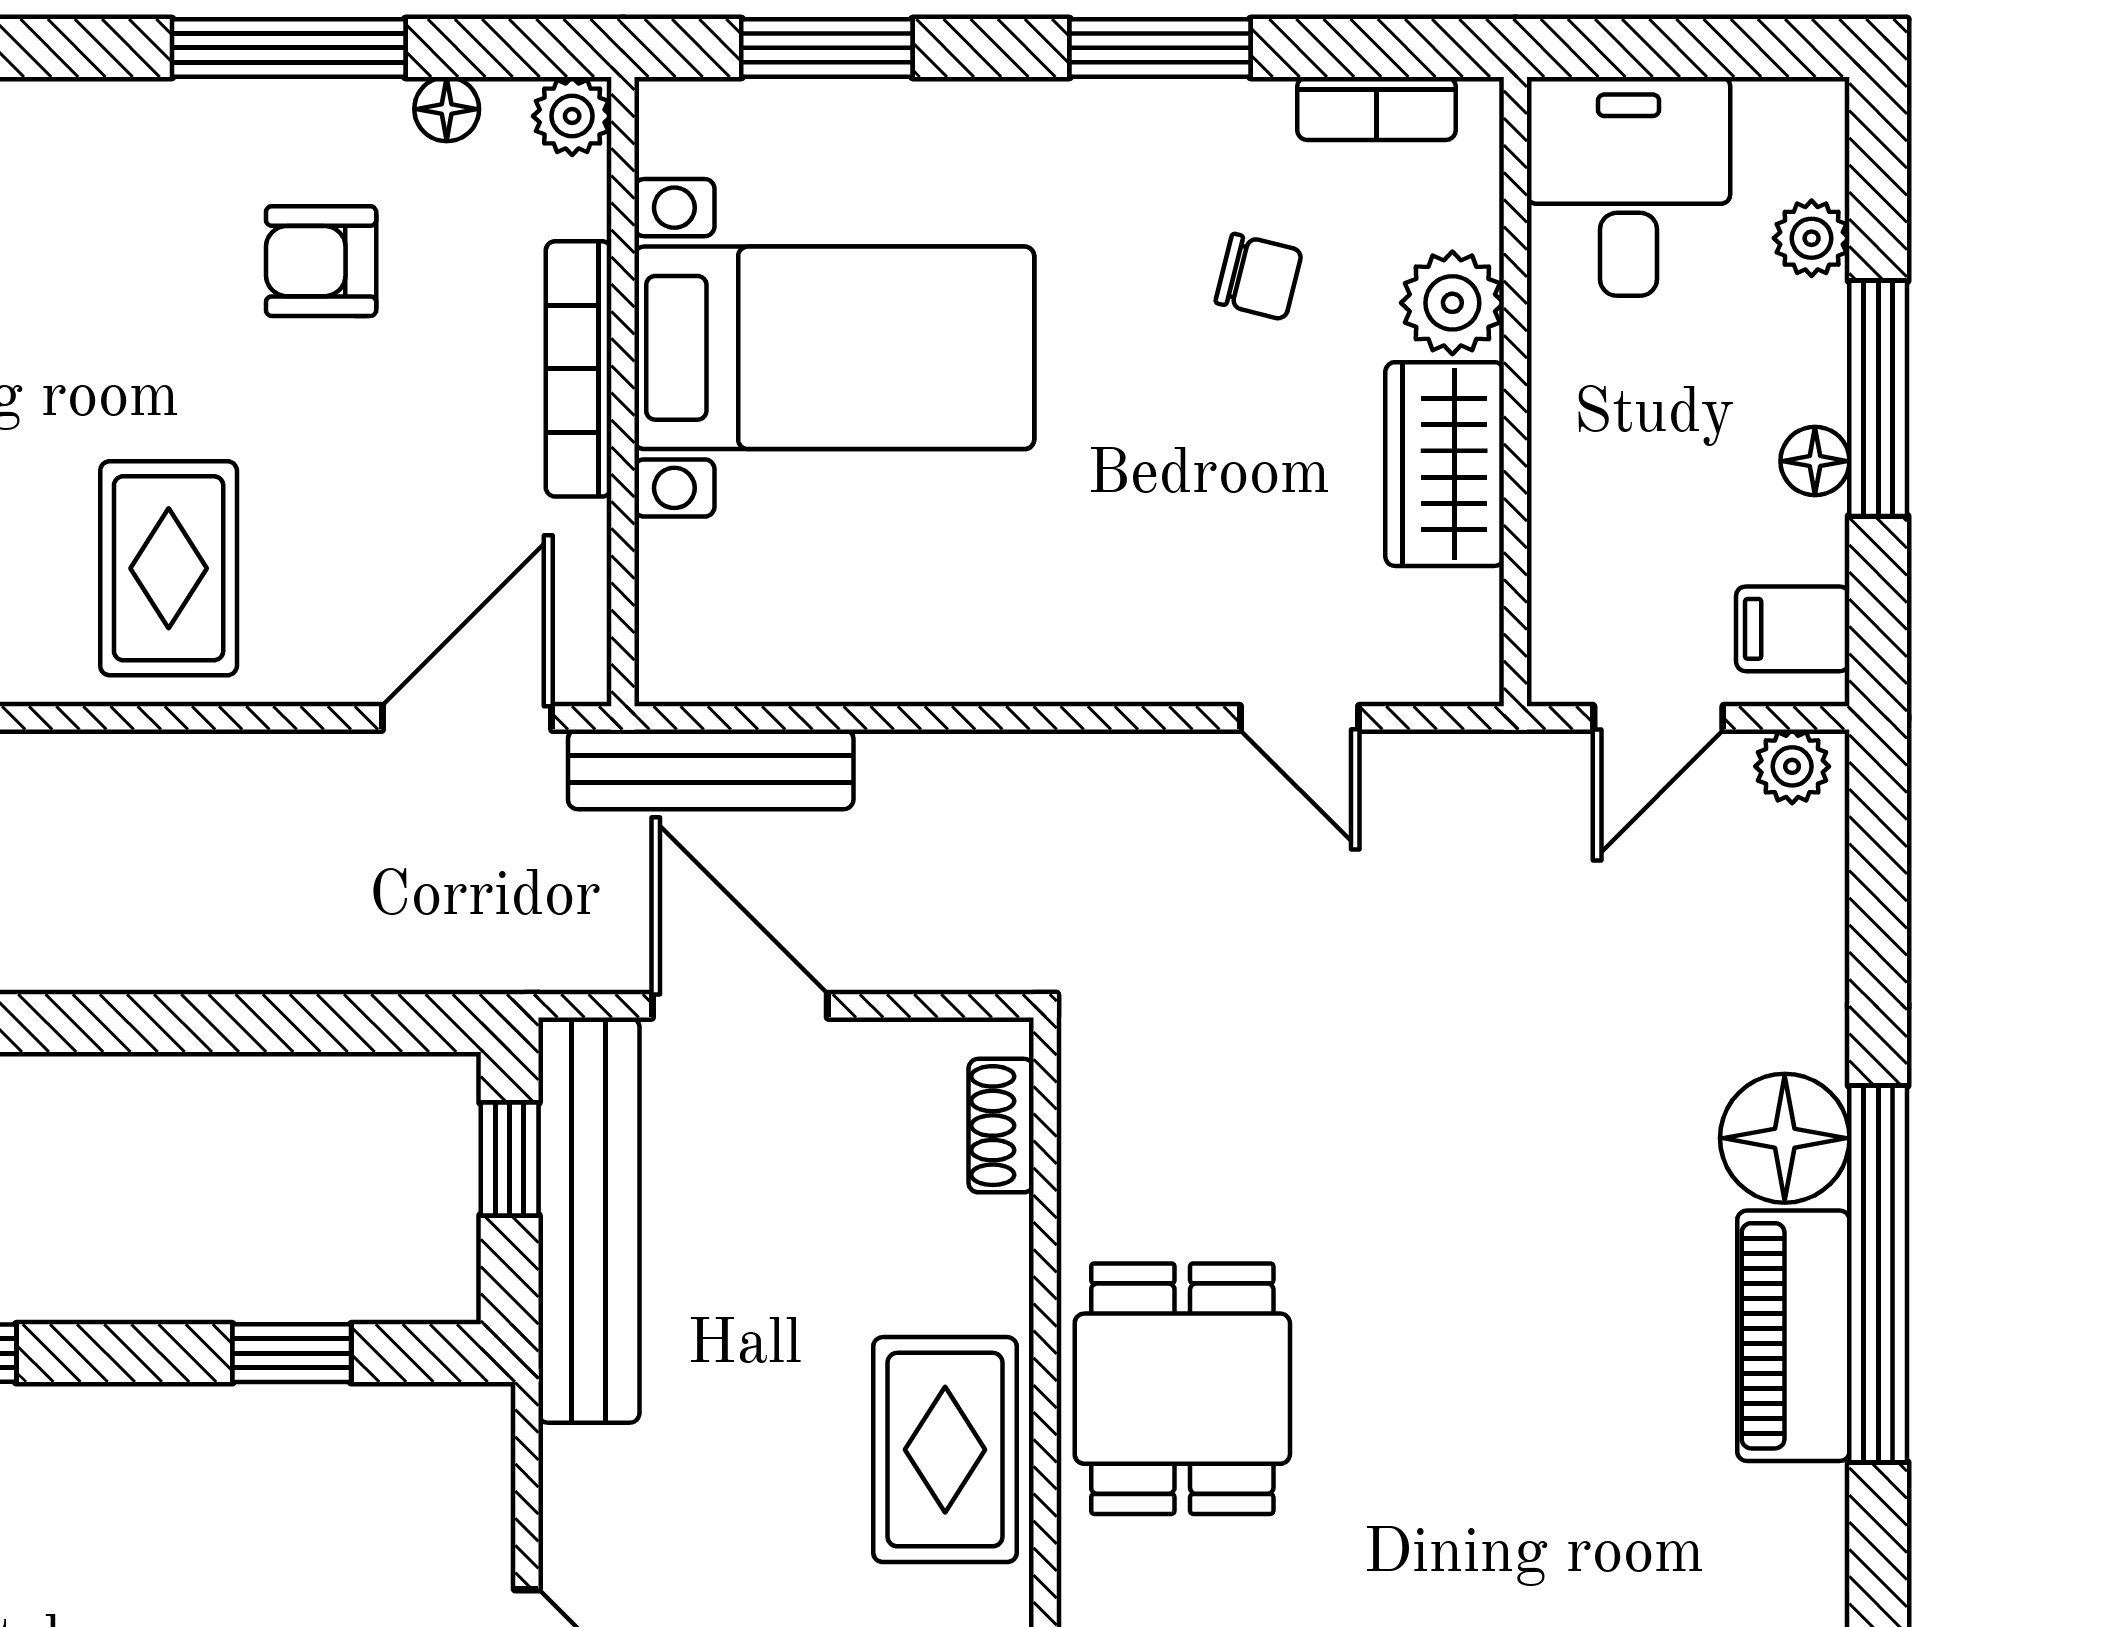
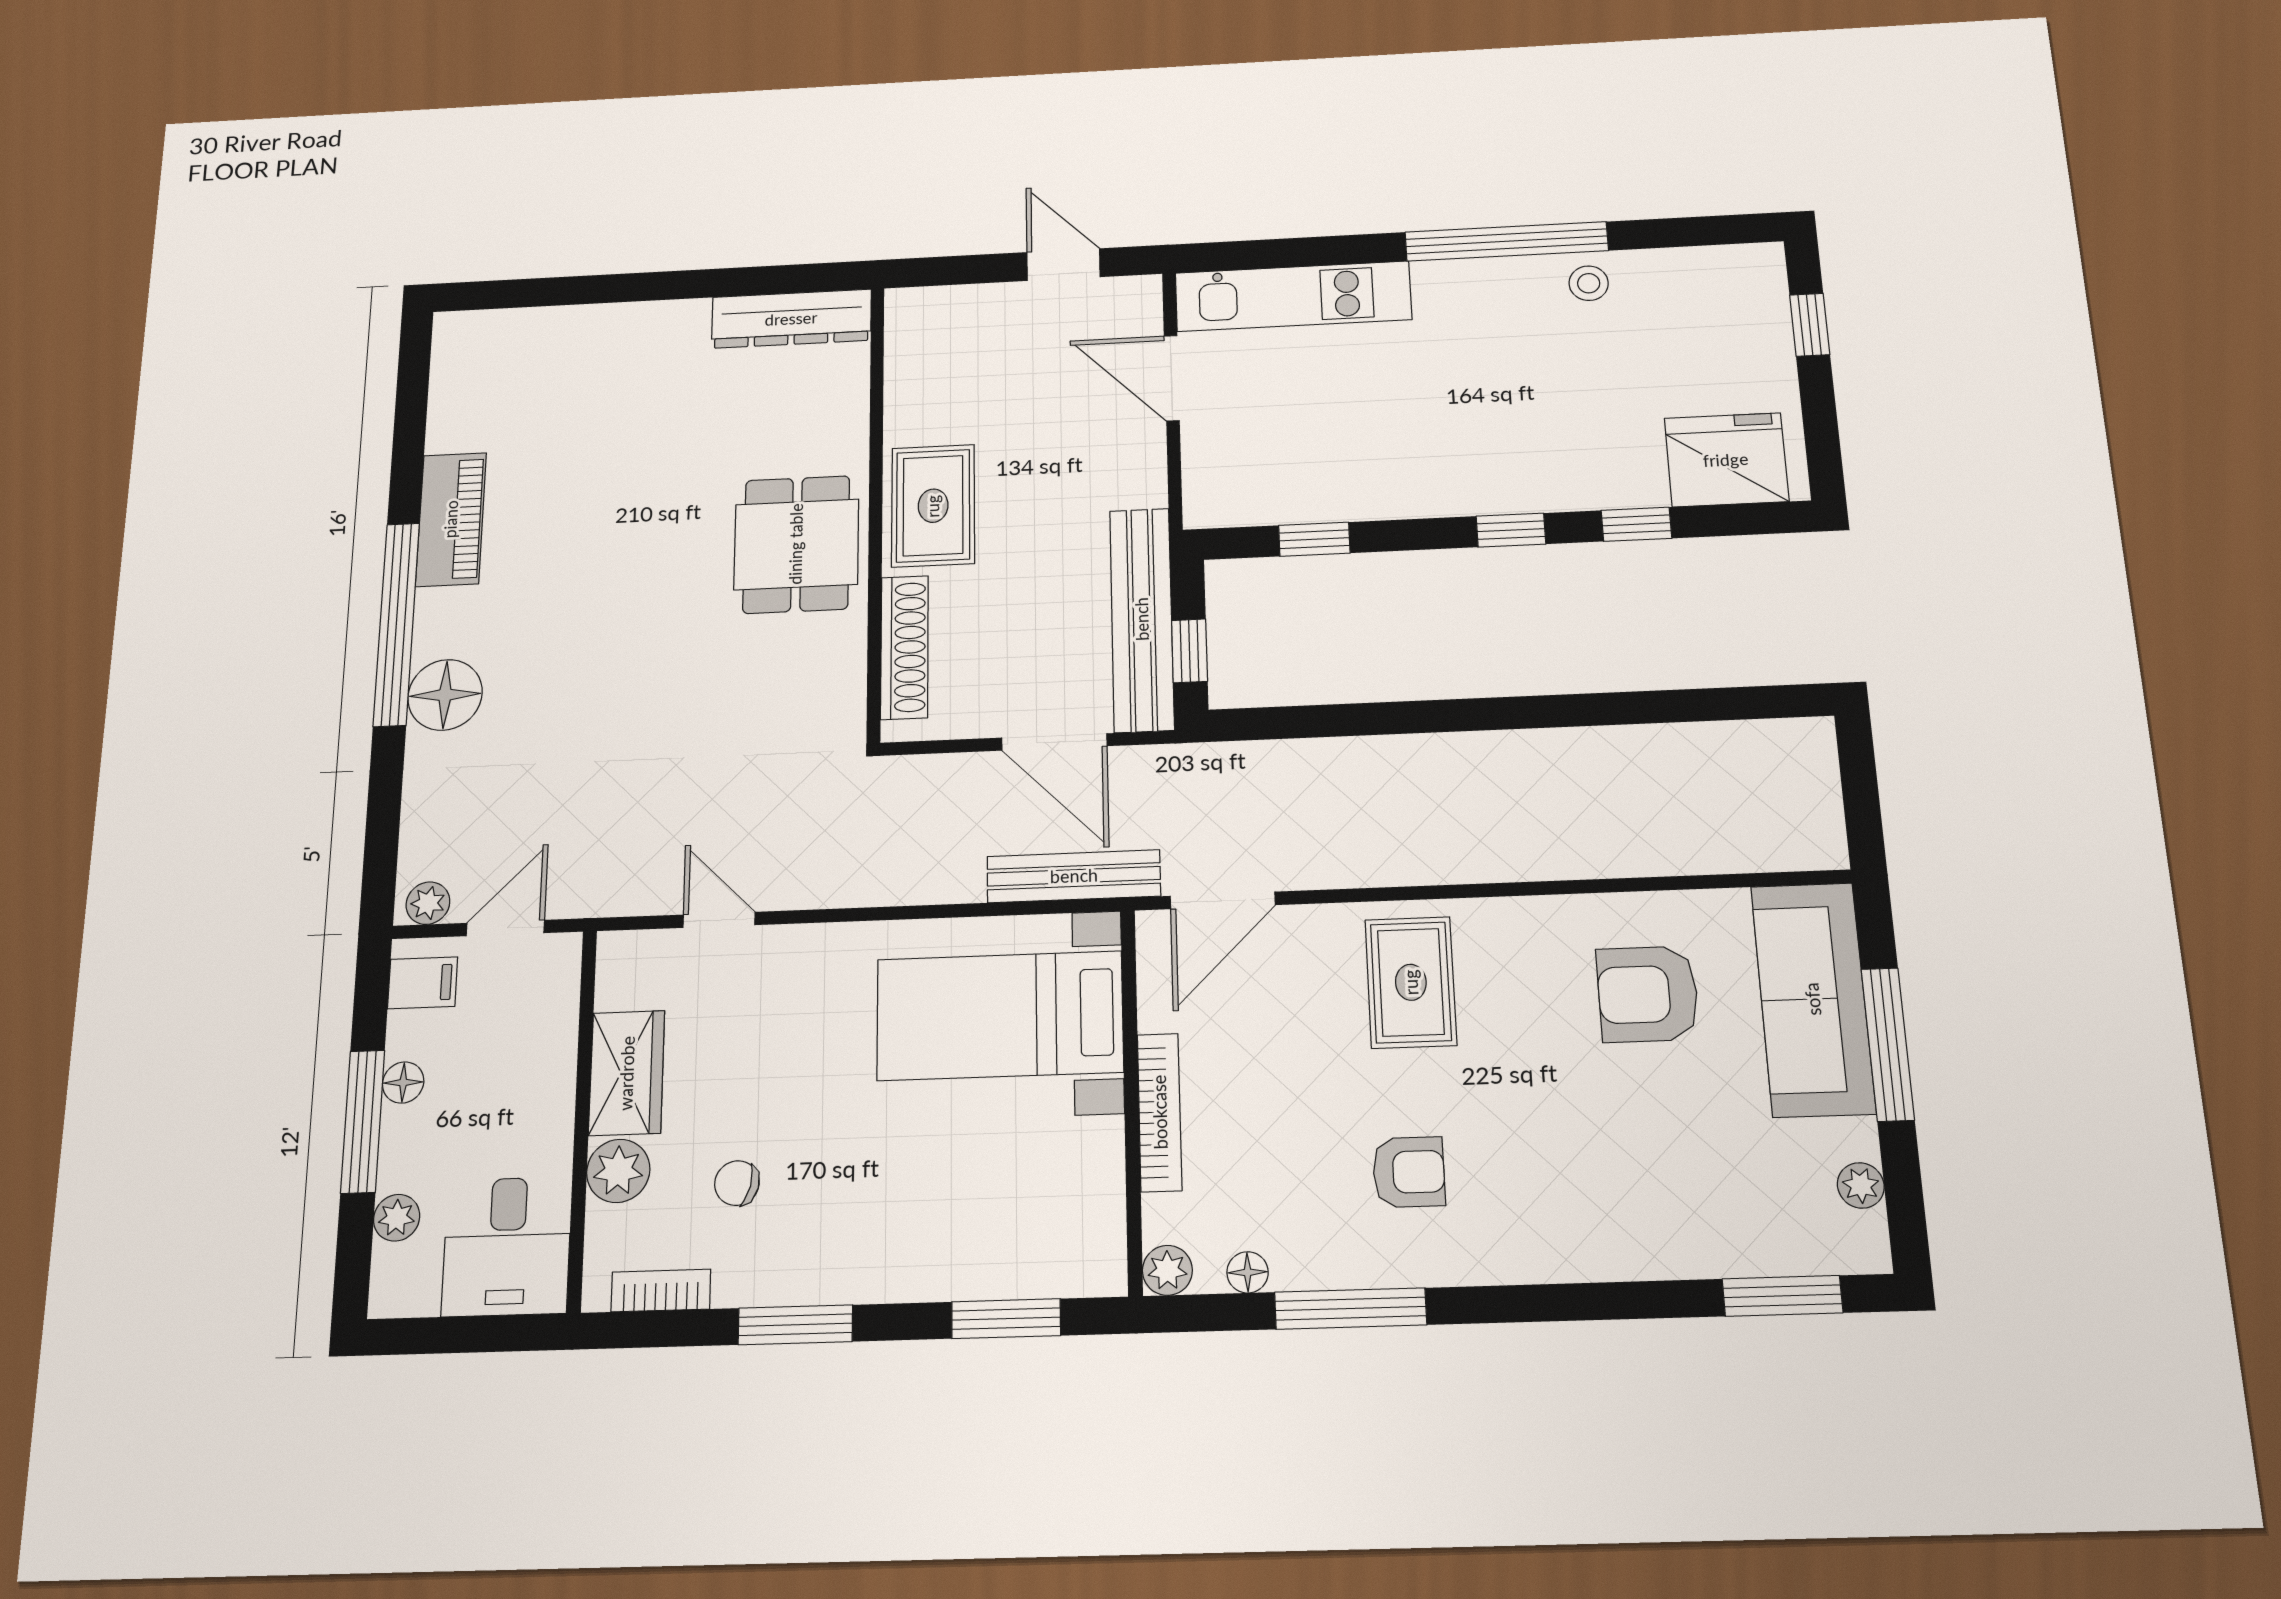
armchair: (321, 261) -> (1409, 1172), moved
bed with nightstands: (834, 348) -> (1000, 1016), moved
shoe rack: (1001, 1126) -> (904, 647), width x1.94, depth x1.24
piano: (1793, 1336) -> (451, 519), moved

